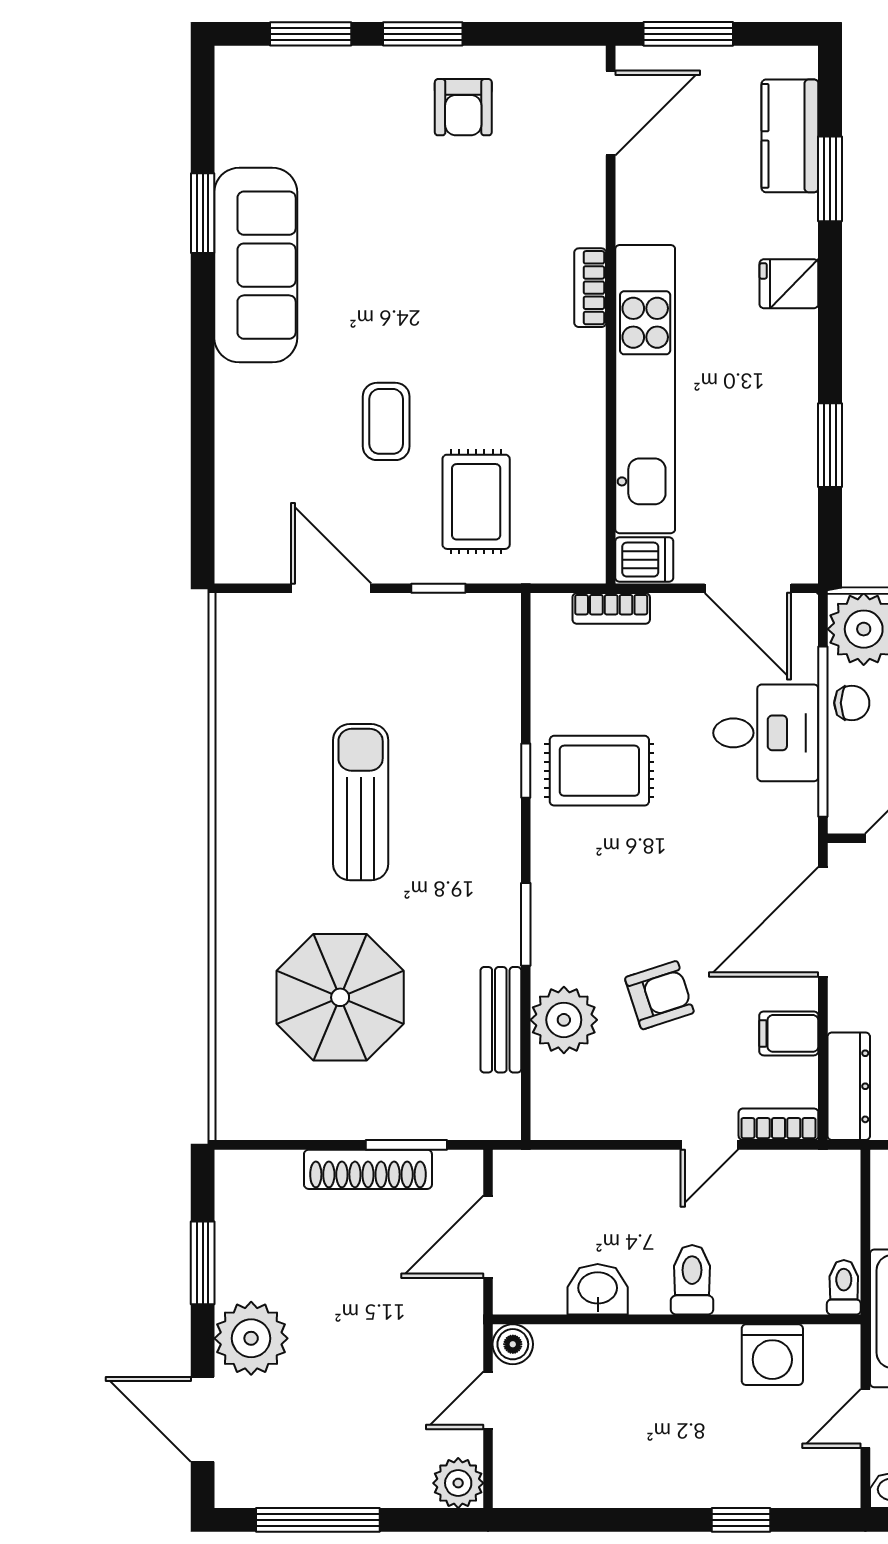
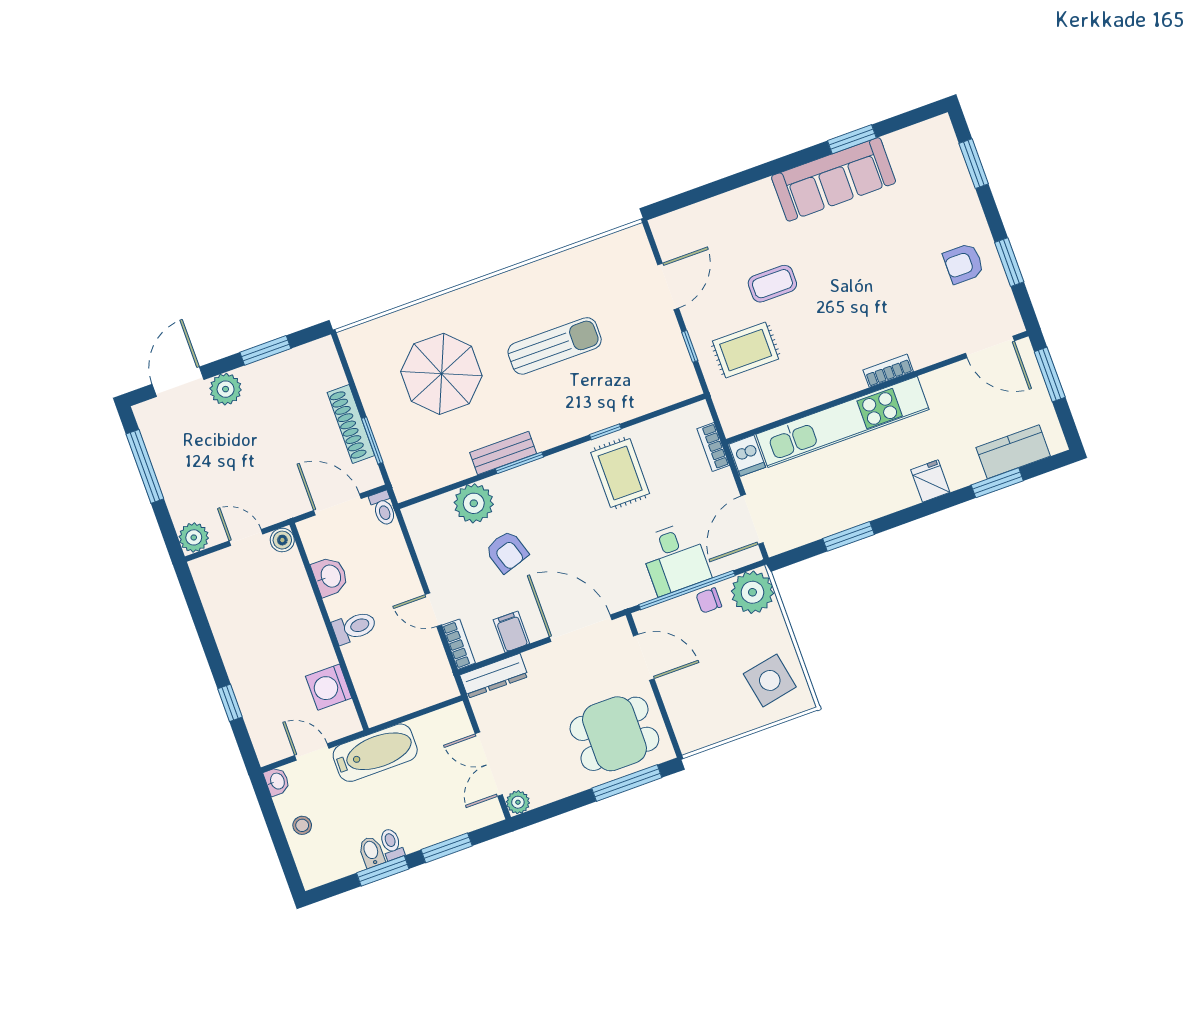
window: (423, 34) -> (1009, 262), moved
chair: (852, 703) -> (709, 600), turned 90
bench: (501, 1020) -> (503, 453), moved
toilet: (844, 1287) -> (383, 508), moved, turned 90
plant: (251, 1338) -> (226, 389), width x0.73, depth x0.73

